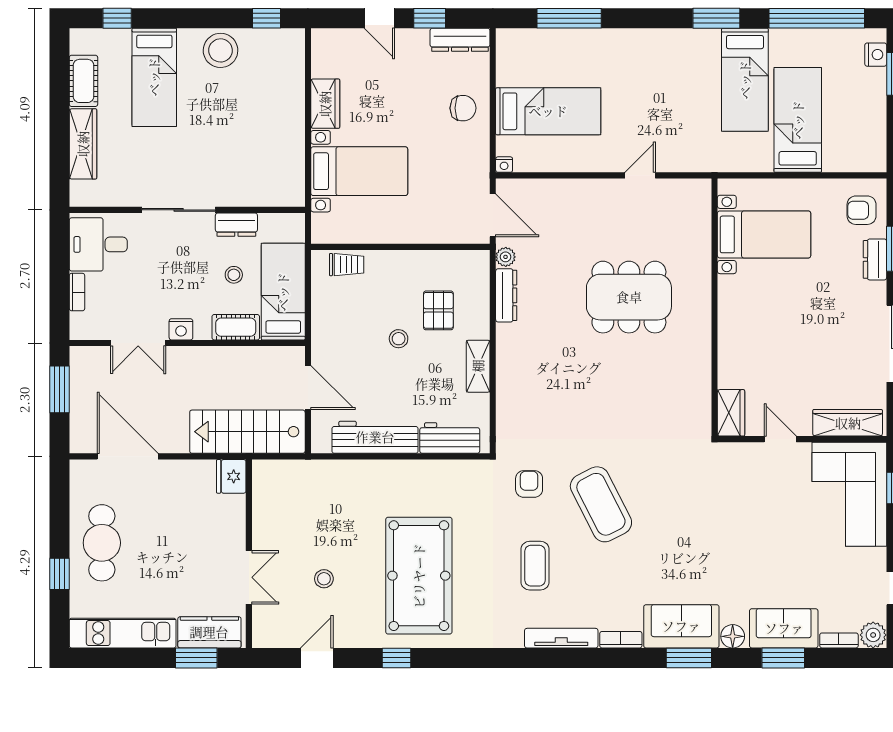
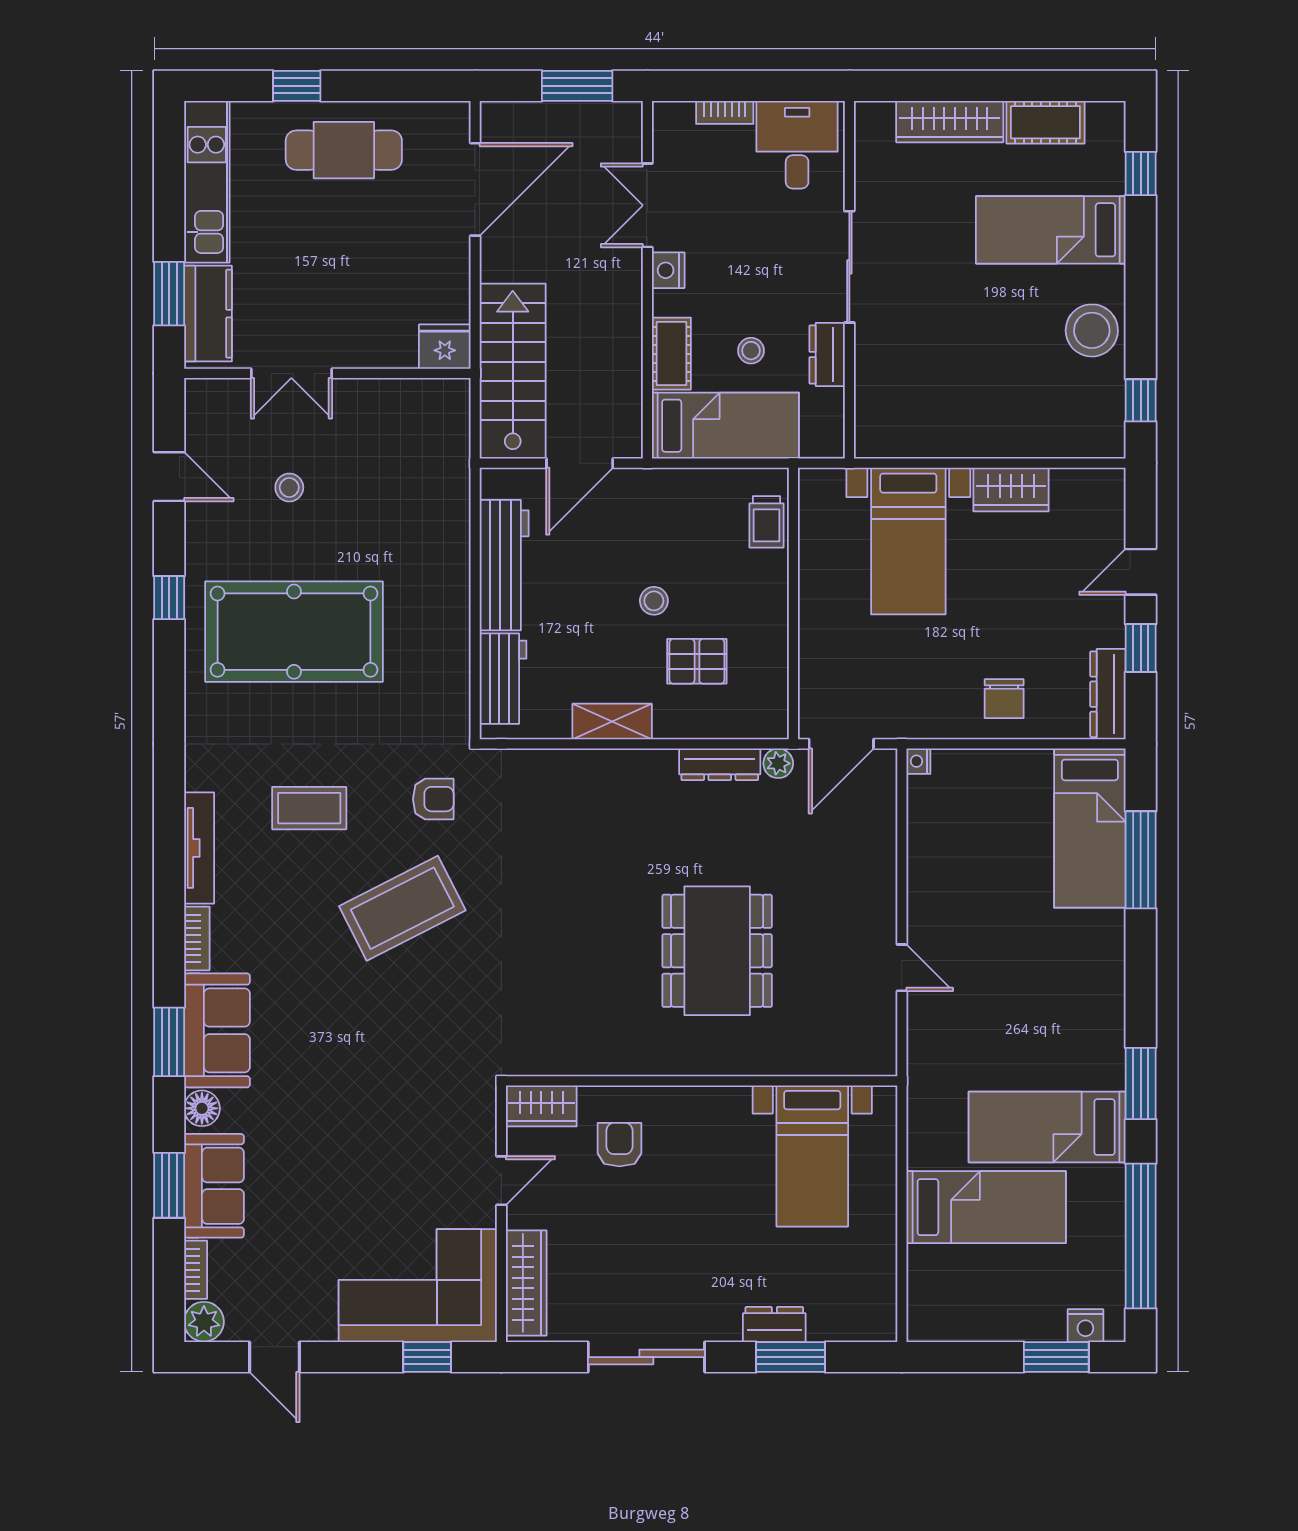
bed: (548, 111) -> (1090, 828), moved
armchair: (862, 210) -> (619, 1145), moved

